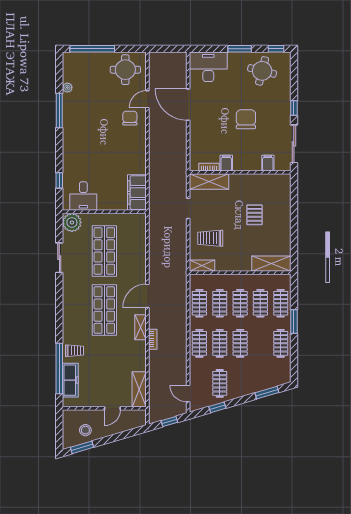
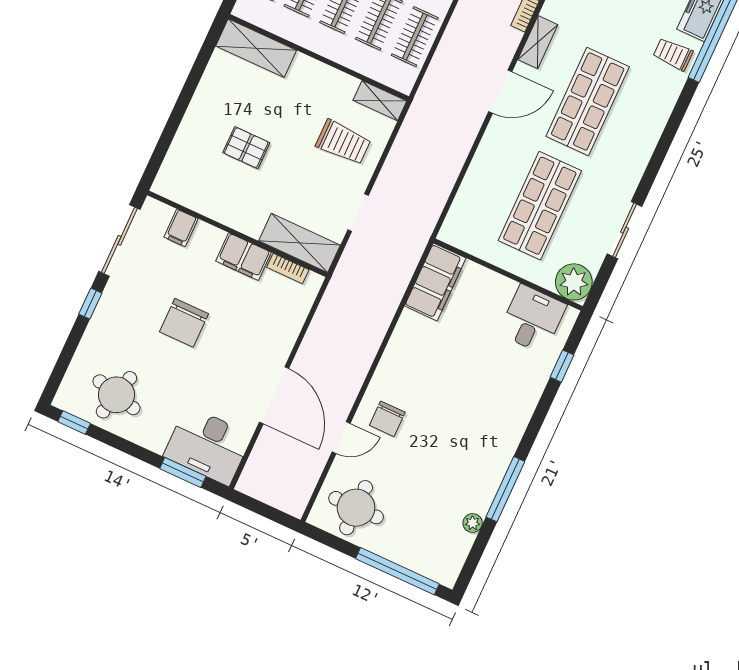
window: (240, 49) -> (183, 473), moved
filing cabinet: (226, 163) -> (244, 257), width x2.00
pallet: (254, 215) -> (246, 148), turned 90

